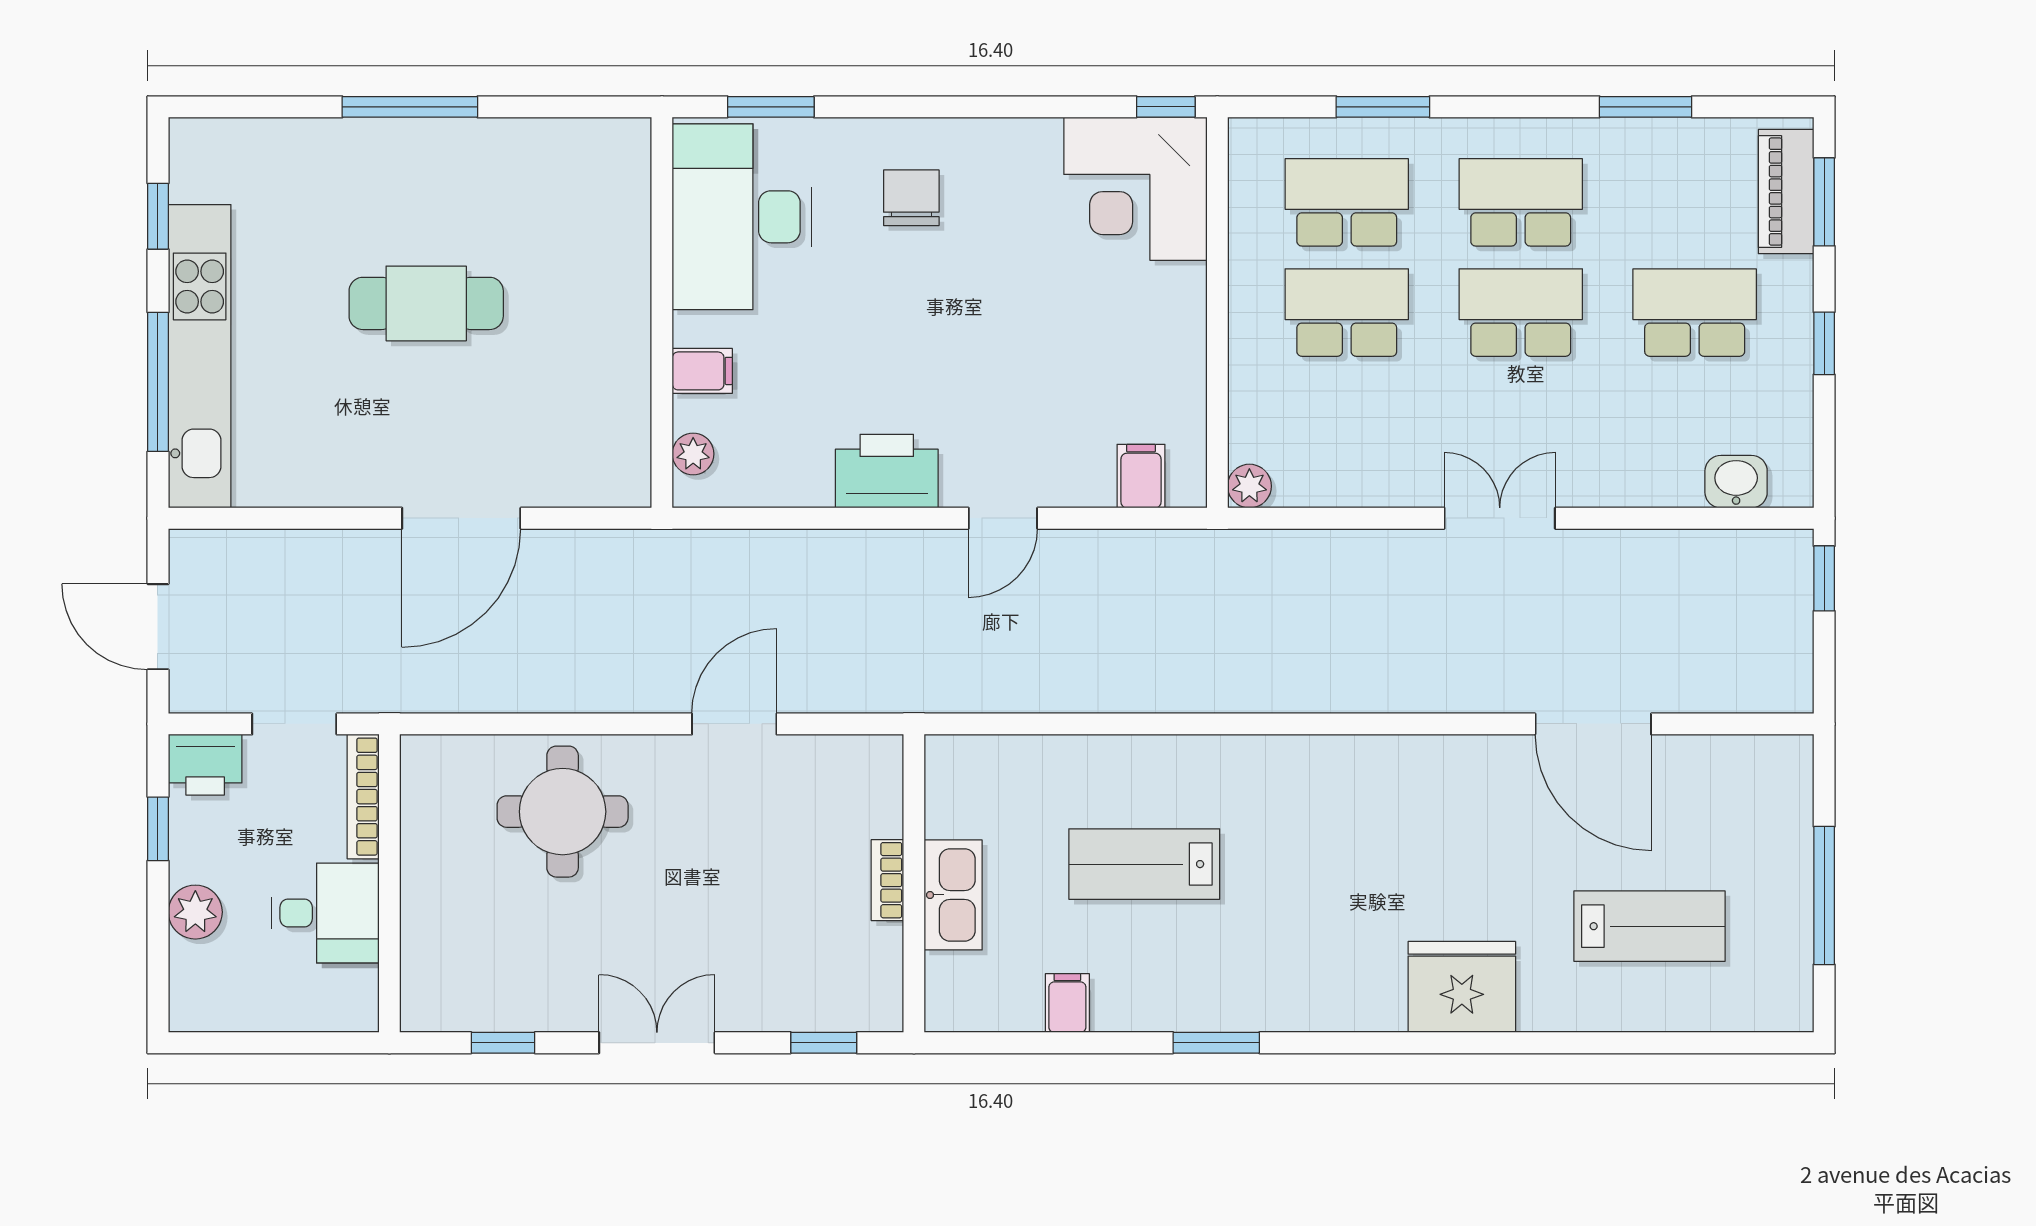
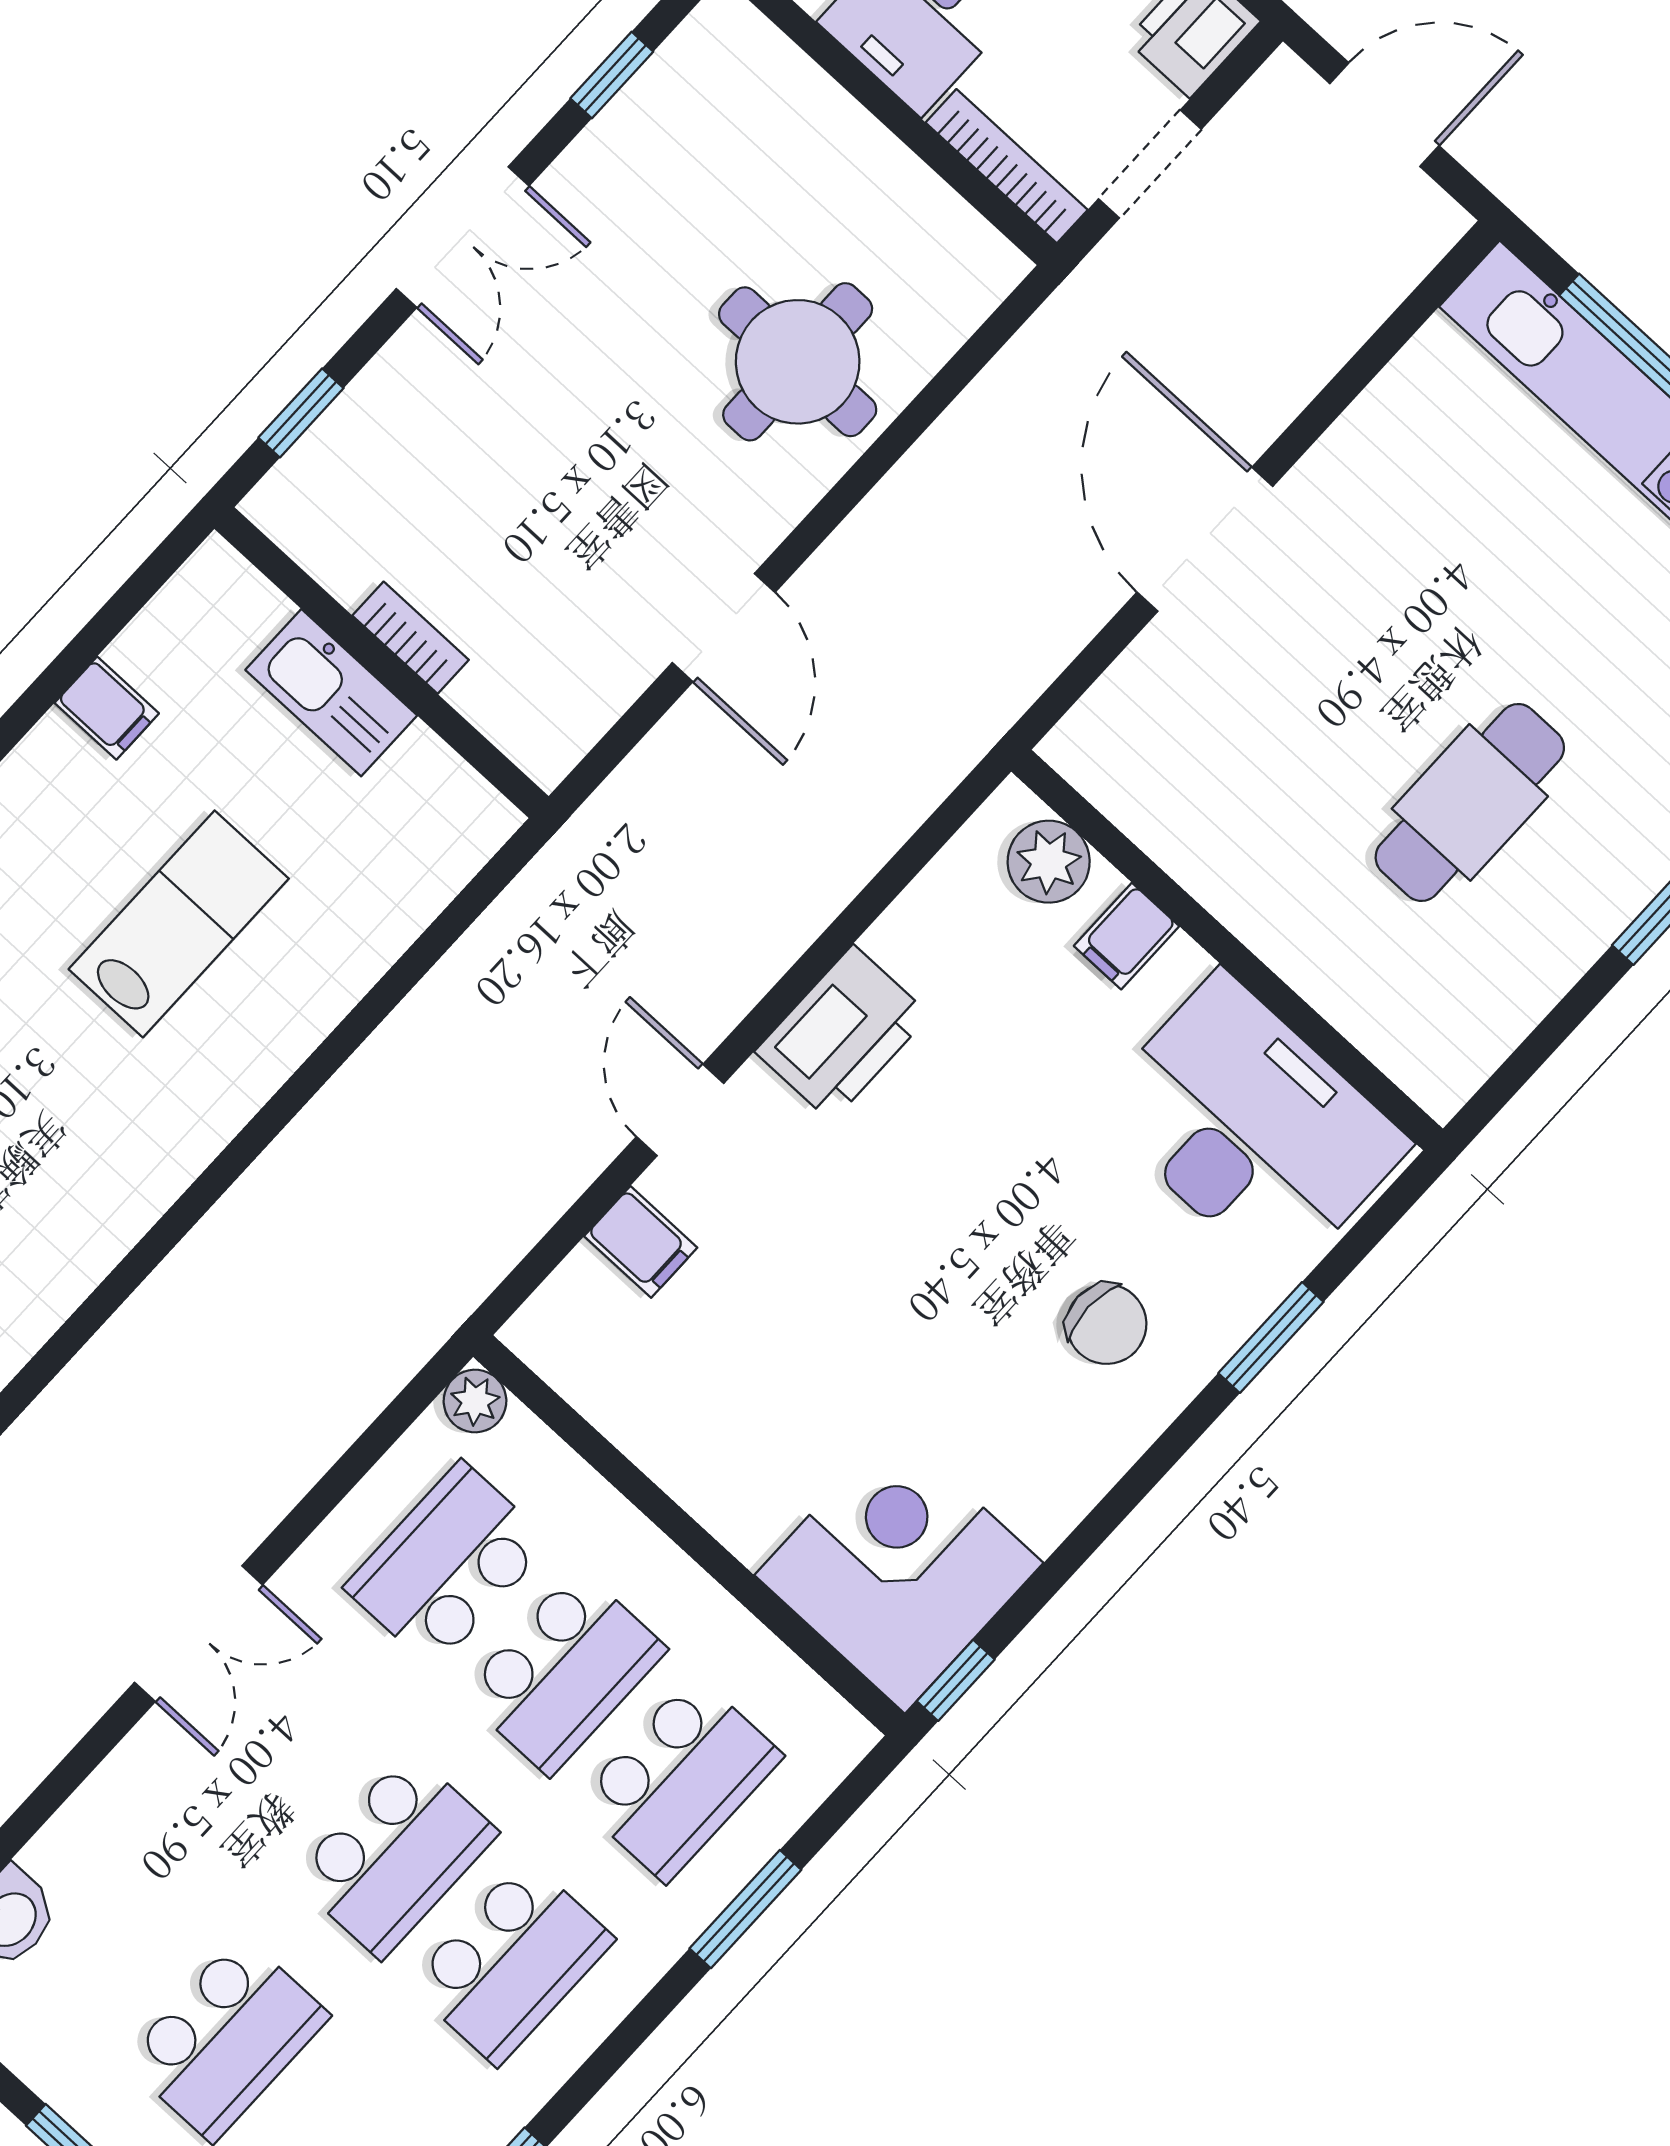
window: (771, 107) -> (1271, 1338), moved
cafe table: (426, 303) -> (1470, 802), moved
school desk: (1347, 423) -> (447, 1565), added
plant: (693, 454) -> (1049, 862), width x1.38, depth x1.38
filing cabinet: (1141, 476) -> (641, 1242), moved

